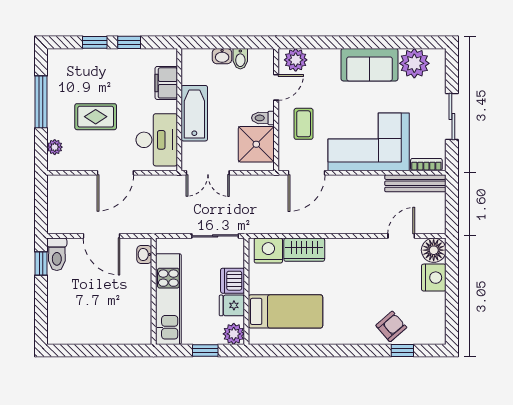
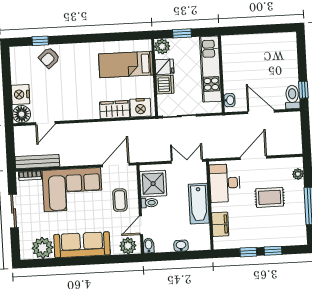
bidet: (240, 59) -> (149, 246), moved
sofa: (369, 65) -> (82, 245), width x1.36

